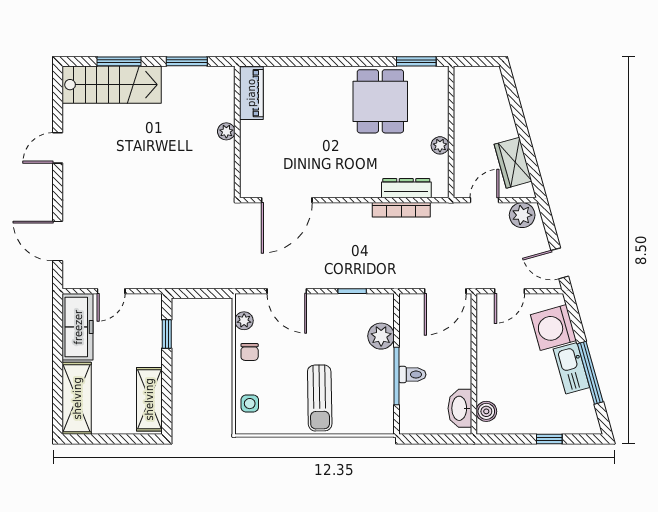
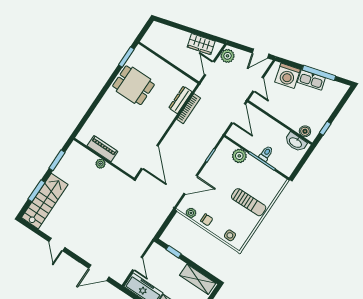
piano: (251, 93) -> (102, 149), moved
plant: (440, 145) -> (171, 72), removed
window: (549, 439) -> (325, 128), moved

